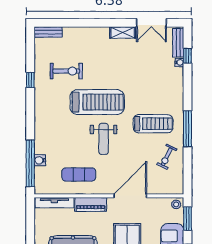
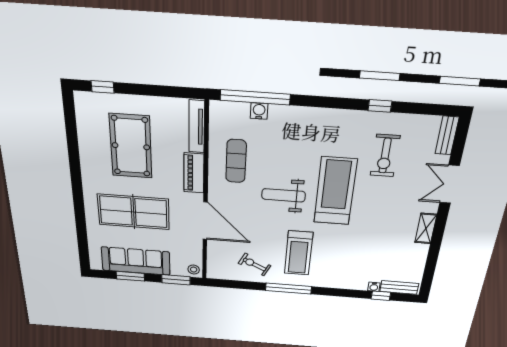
double door: (151, 23) -> (449, 184), moved
treadmill: (97, 102) -> (335, 191), turned 180

